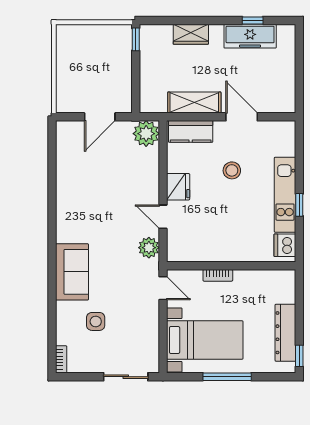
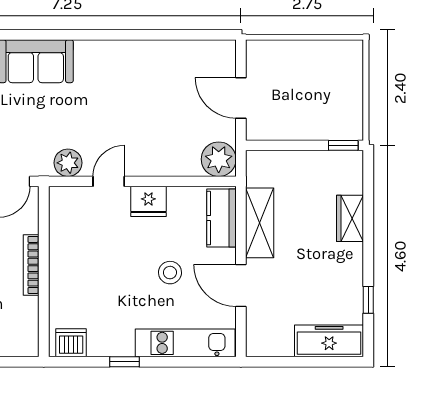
freezer: (250, 36) -> (329, 341), moved, turned 90
door: (242, 117) -> (241, 285), swing flipped
kitchen unit: (285, 195) -> (185, 343), moved
bookcase: (218, 275) -> (31, 265), width x1.56

